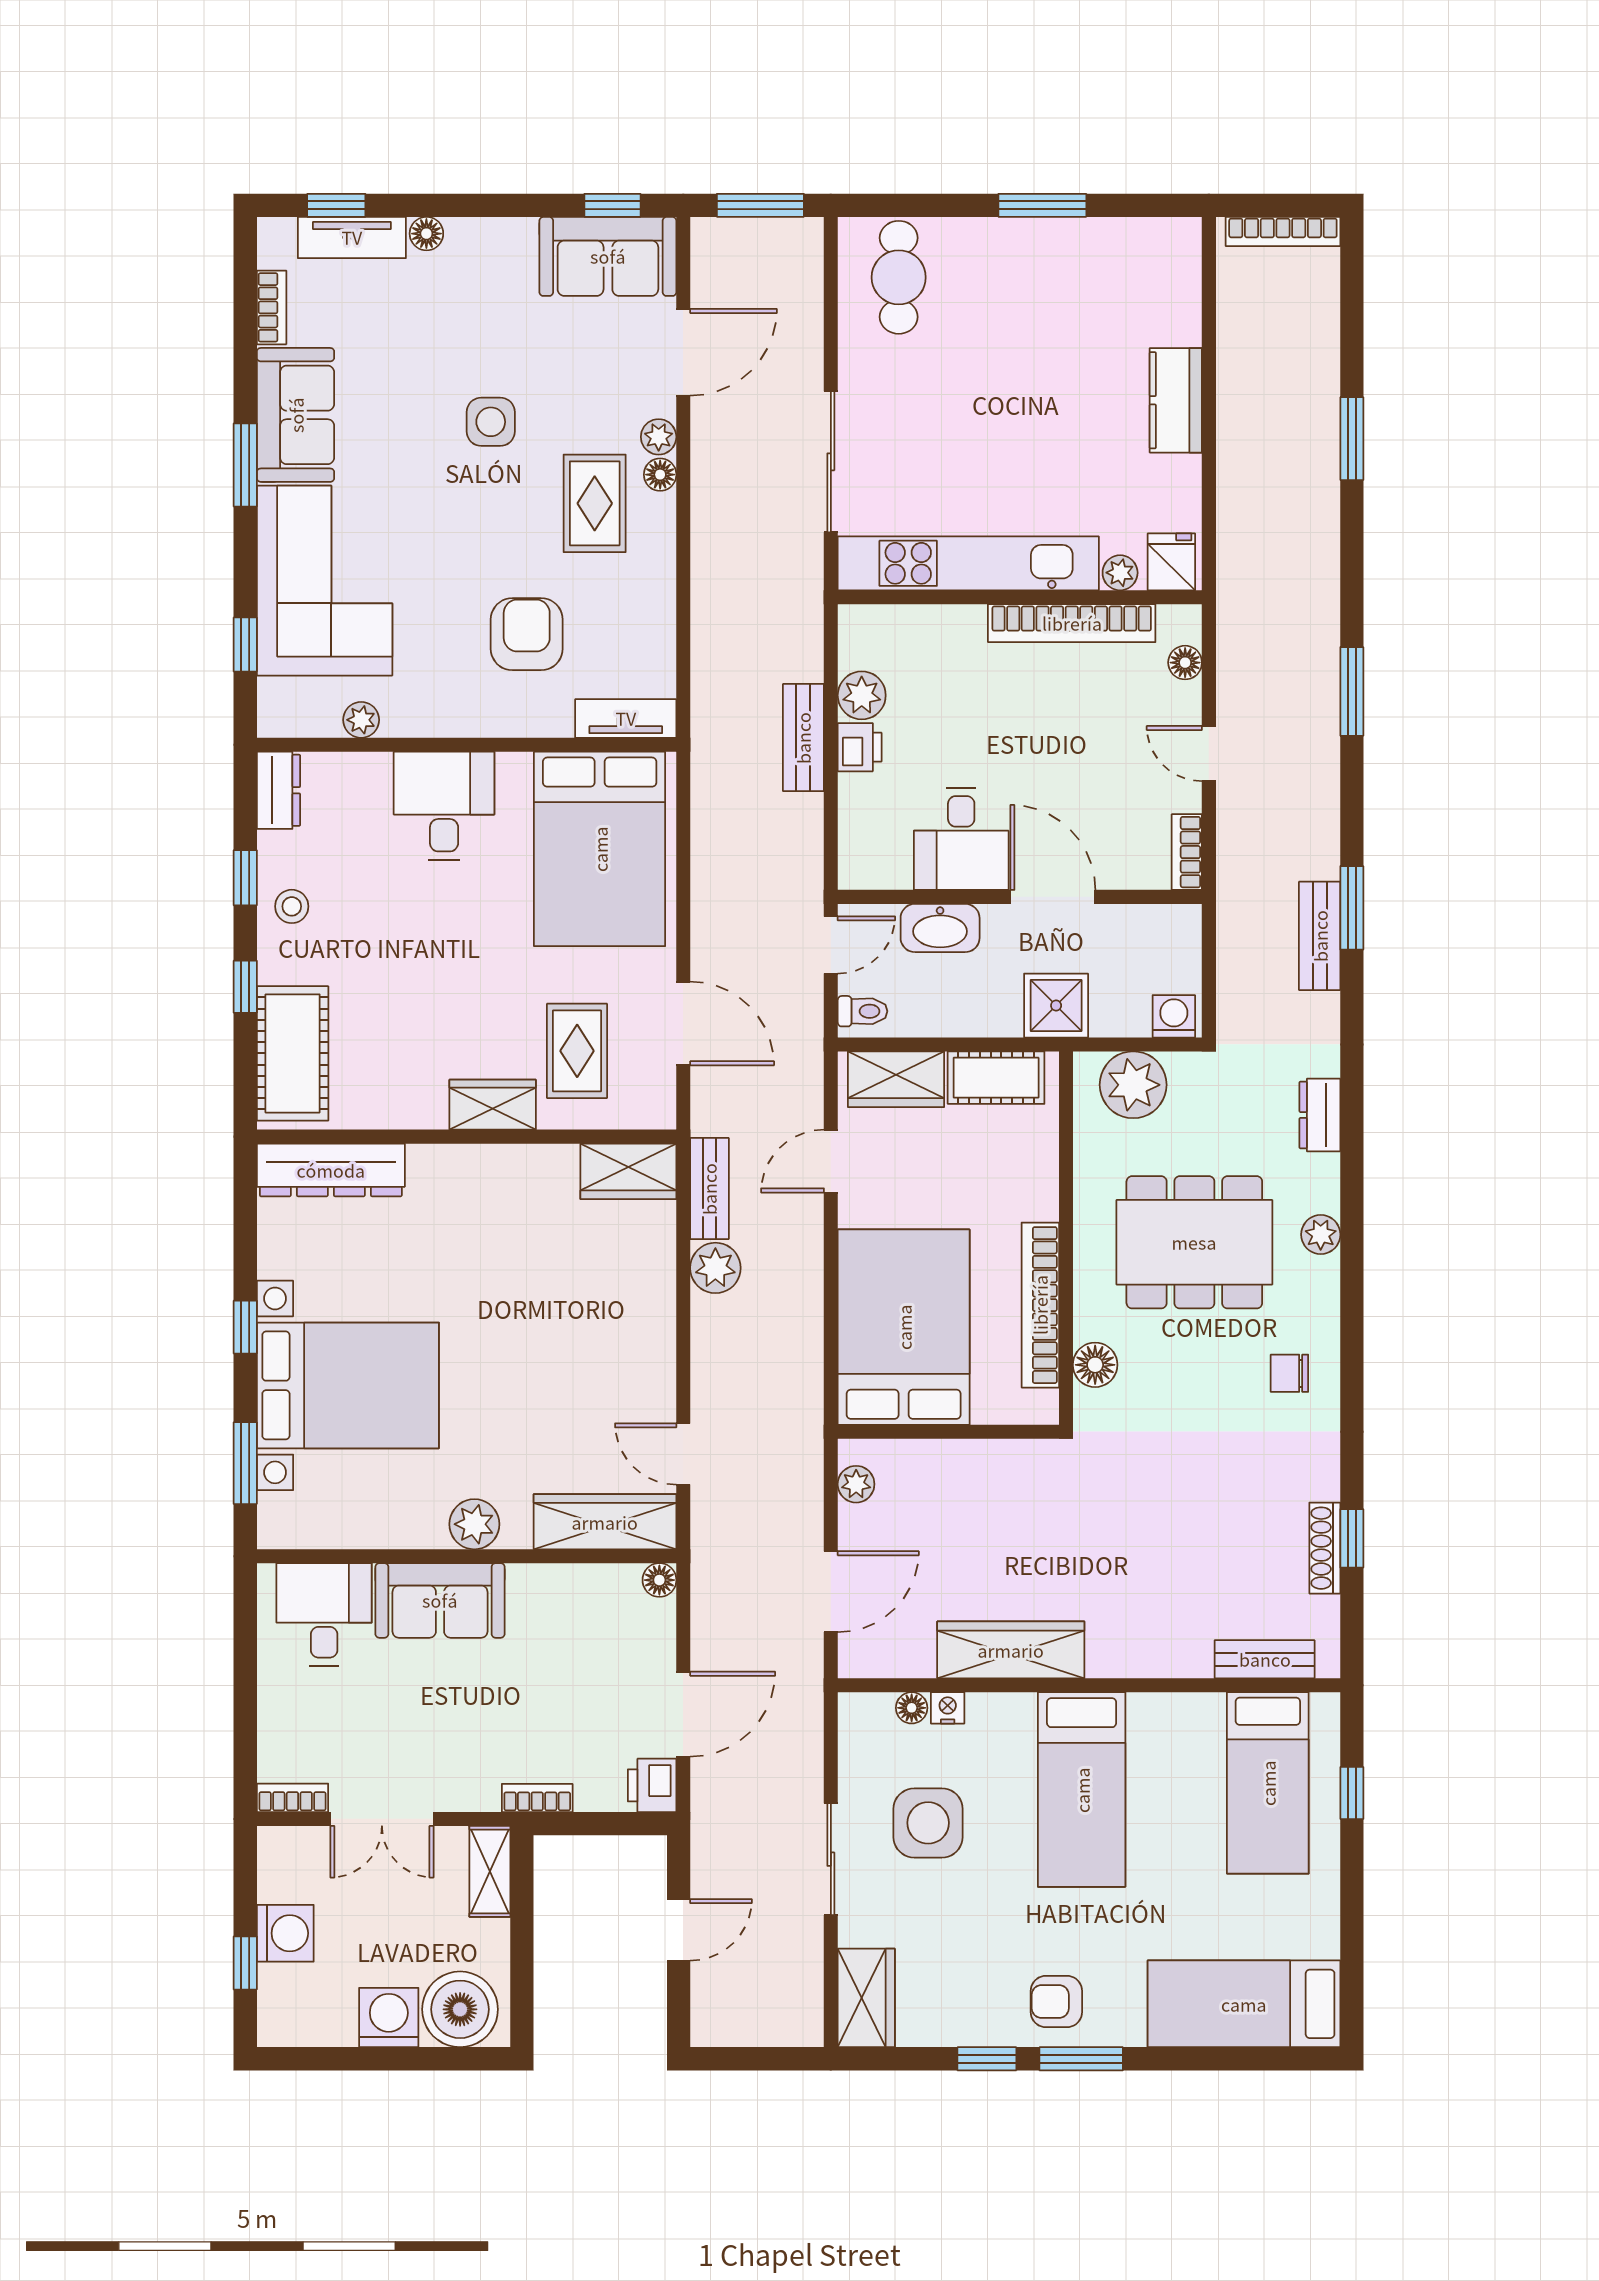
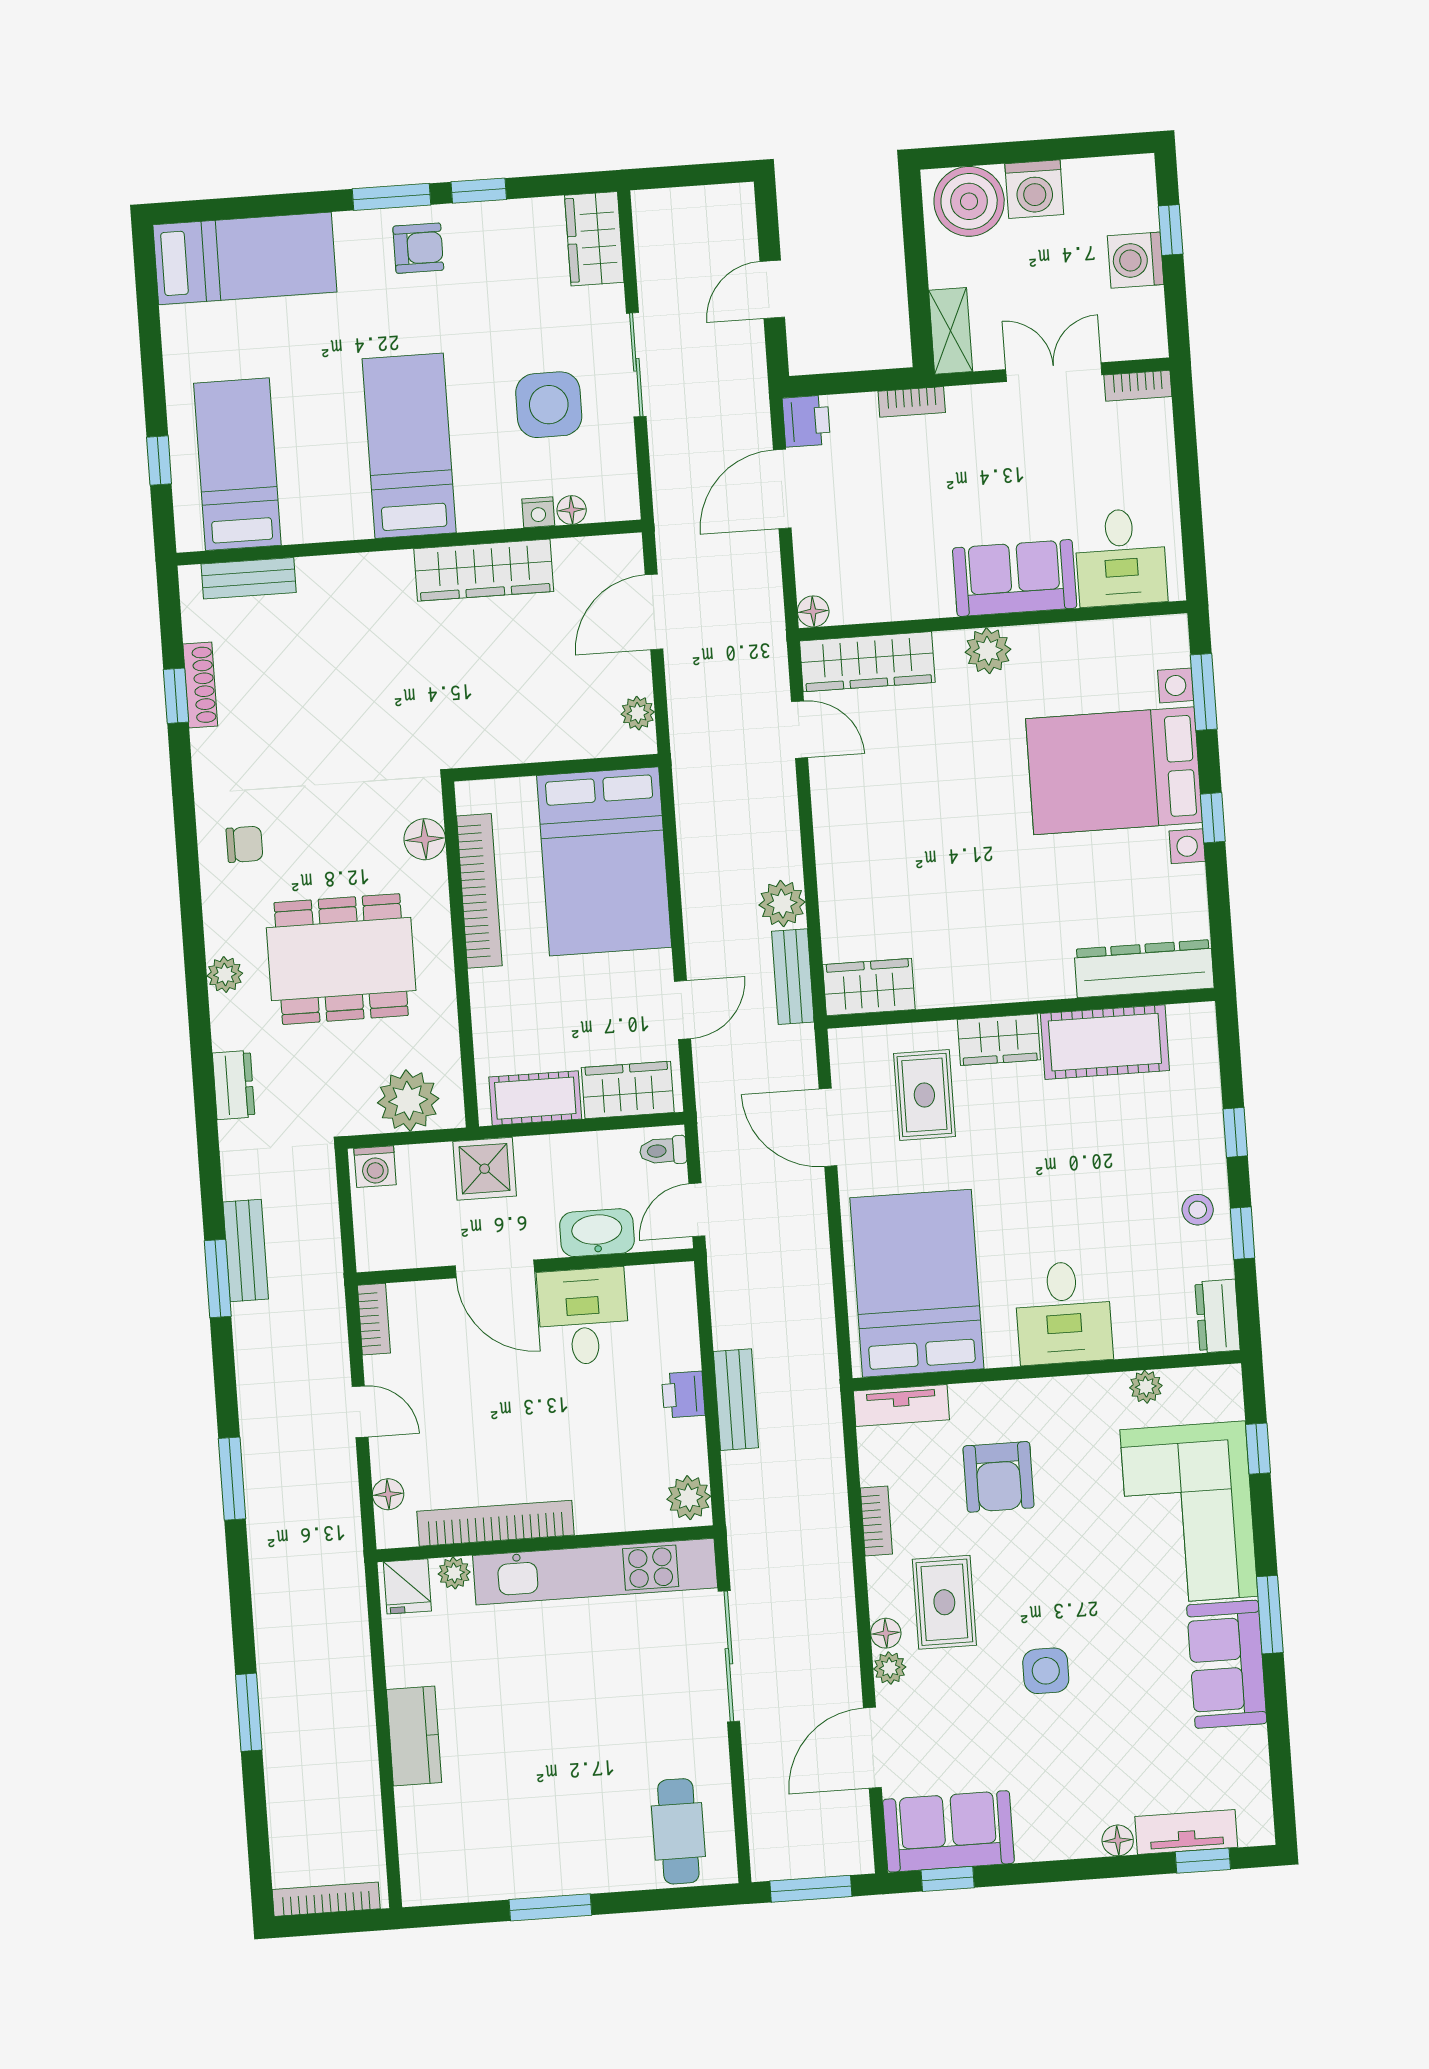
bookcase: (272, 307) -> (876, 1521), moved, turned 180
plant: (862, 695) -> (689, 1498), moved
cot: (293, 1053) -> (1105, 1042), moved, turned 90

